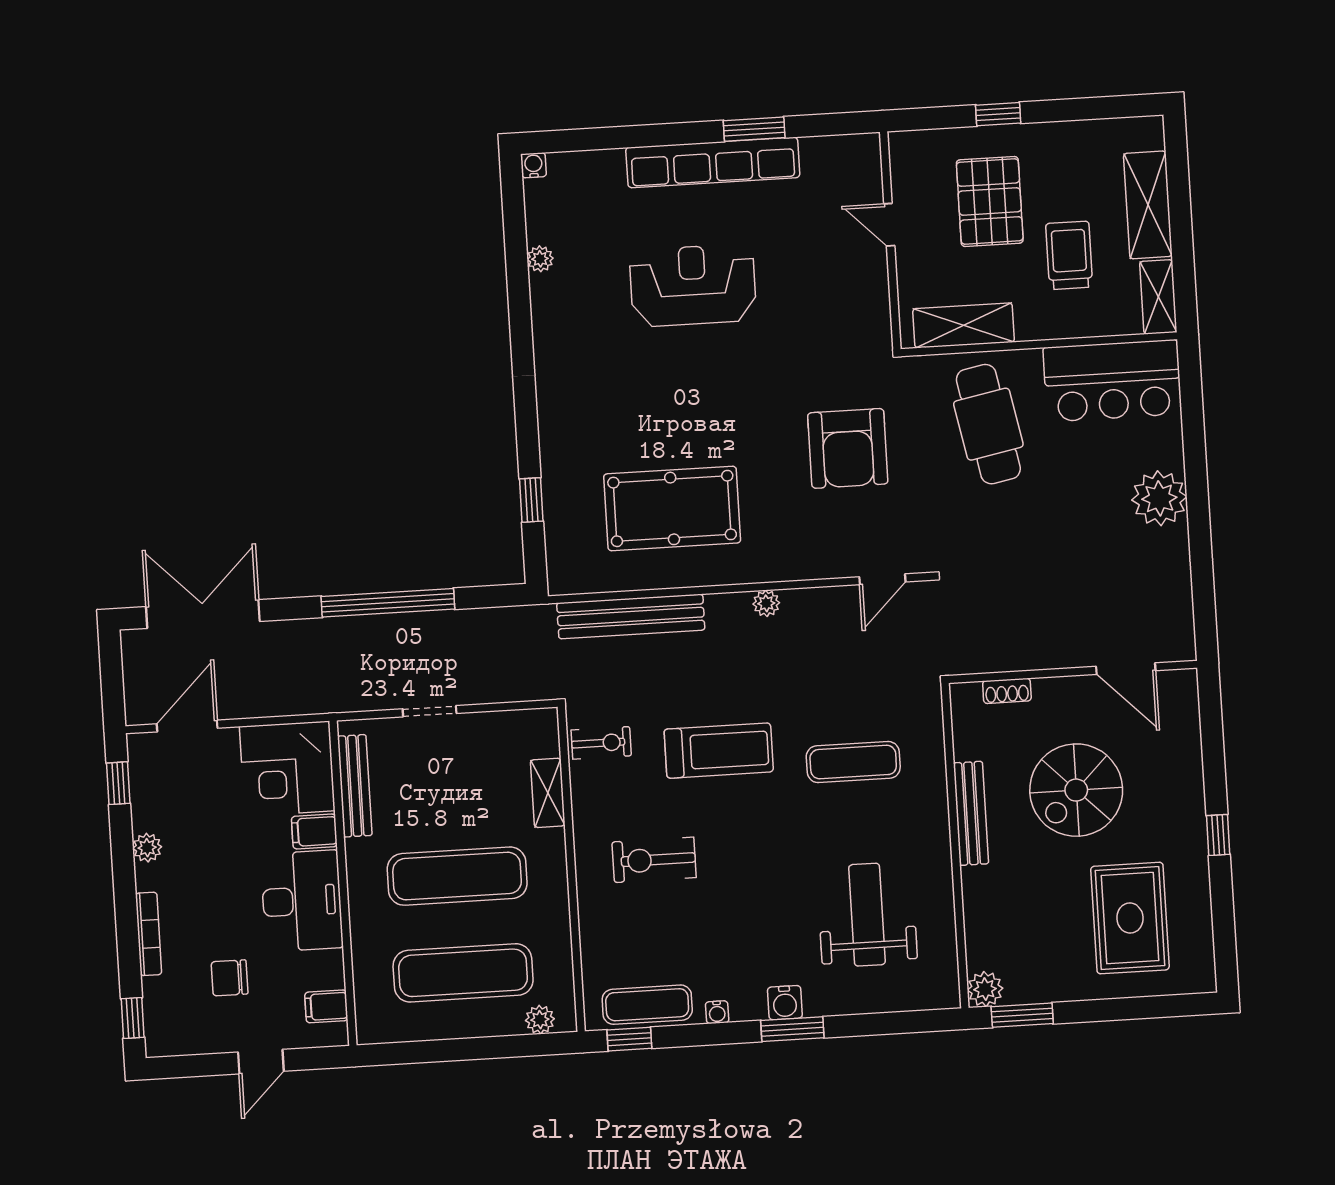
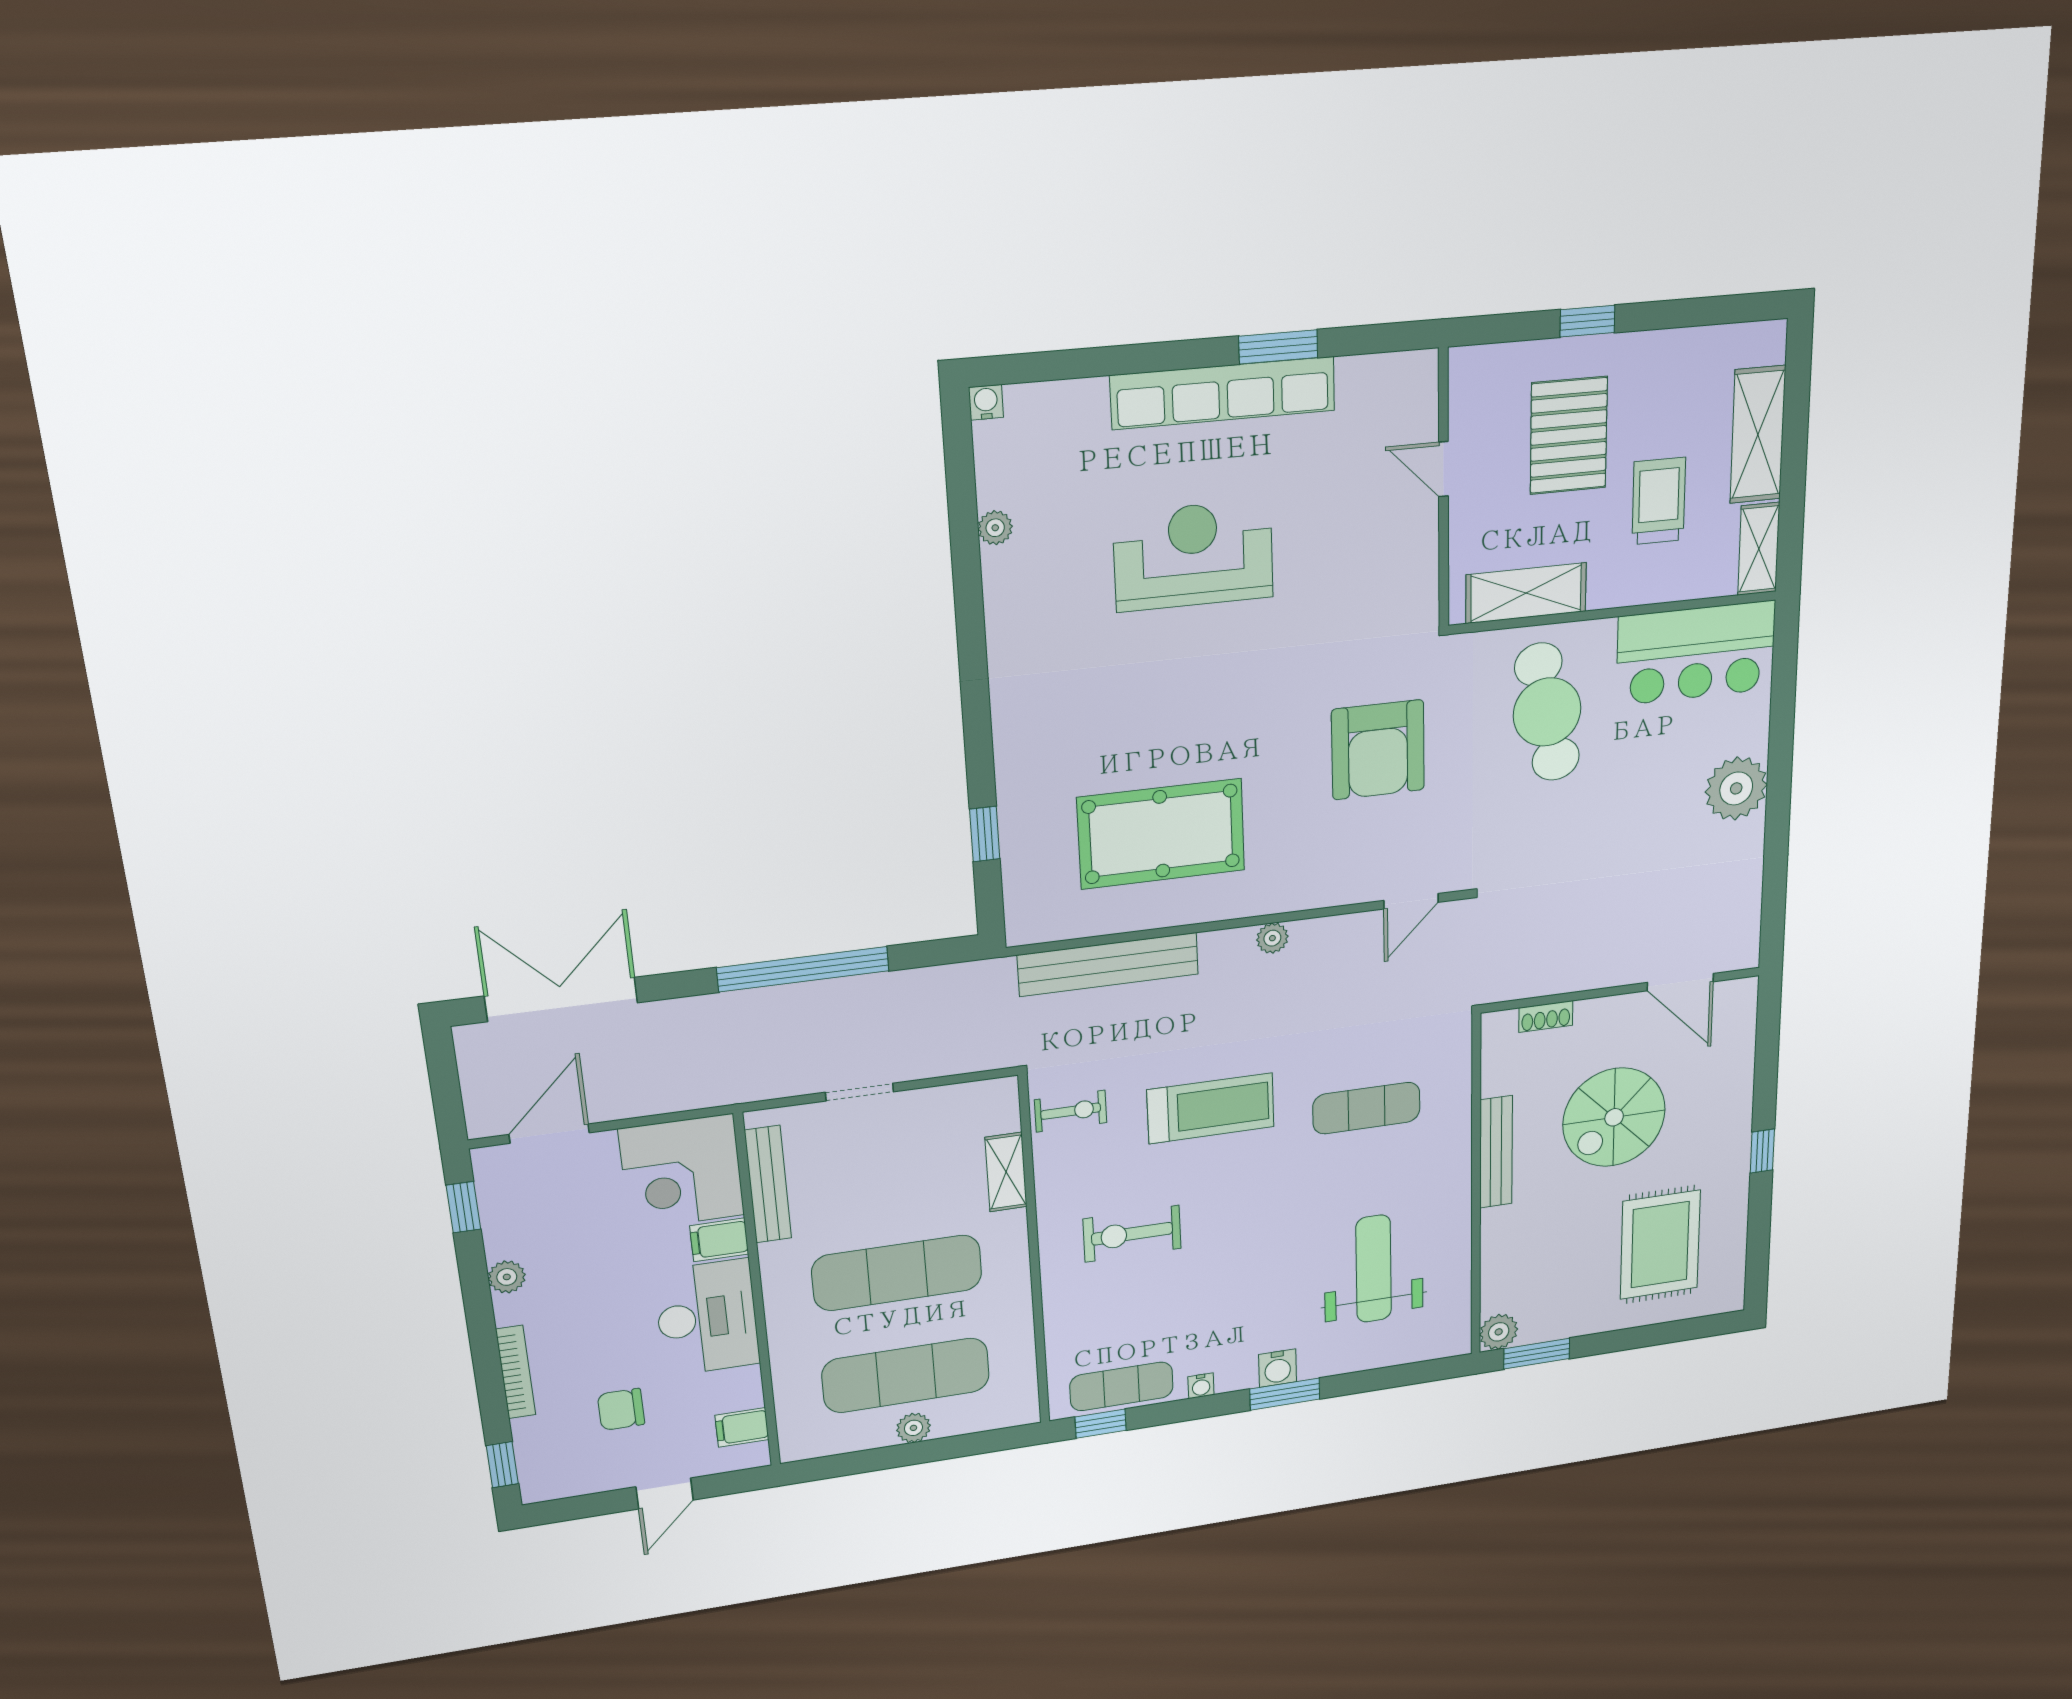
plant: (540, 1020) -> (913, 1428), moved

